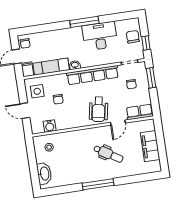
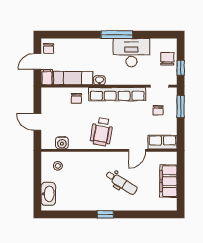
side table: (37, 91) -> (54, 103), removed
chair: (58, 99) -> (76, 98), moved
wheelchair: (98, 109) -> (102, 132), moved
window: (98, 184) -> (105, 214), width x0.46

